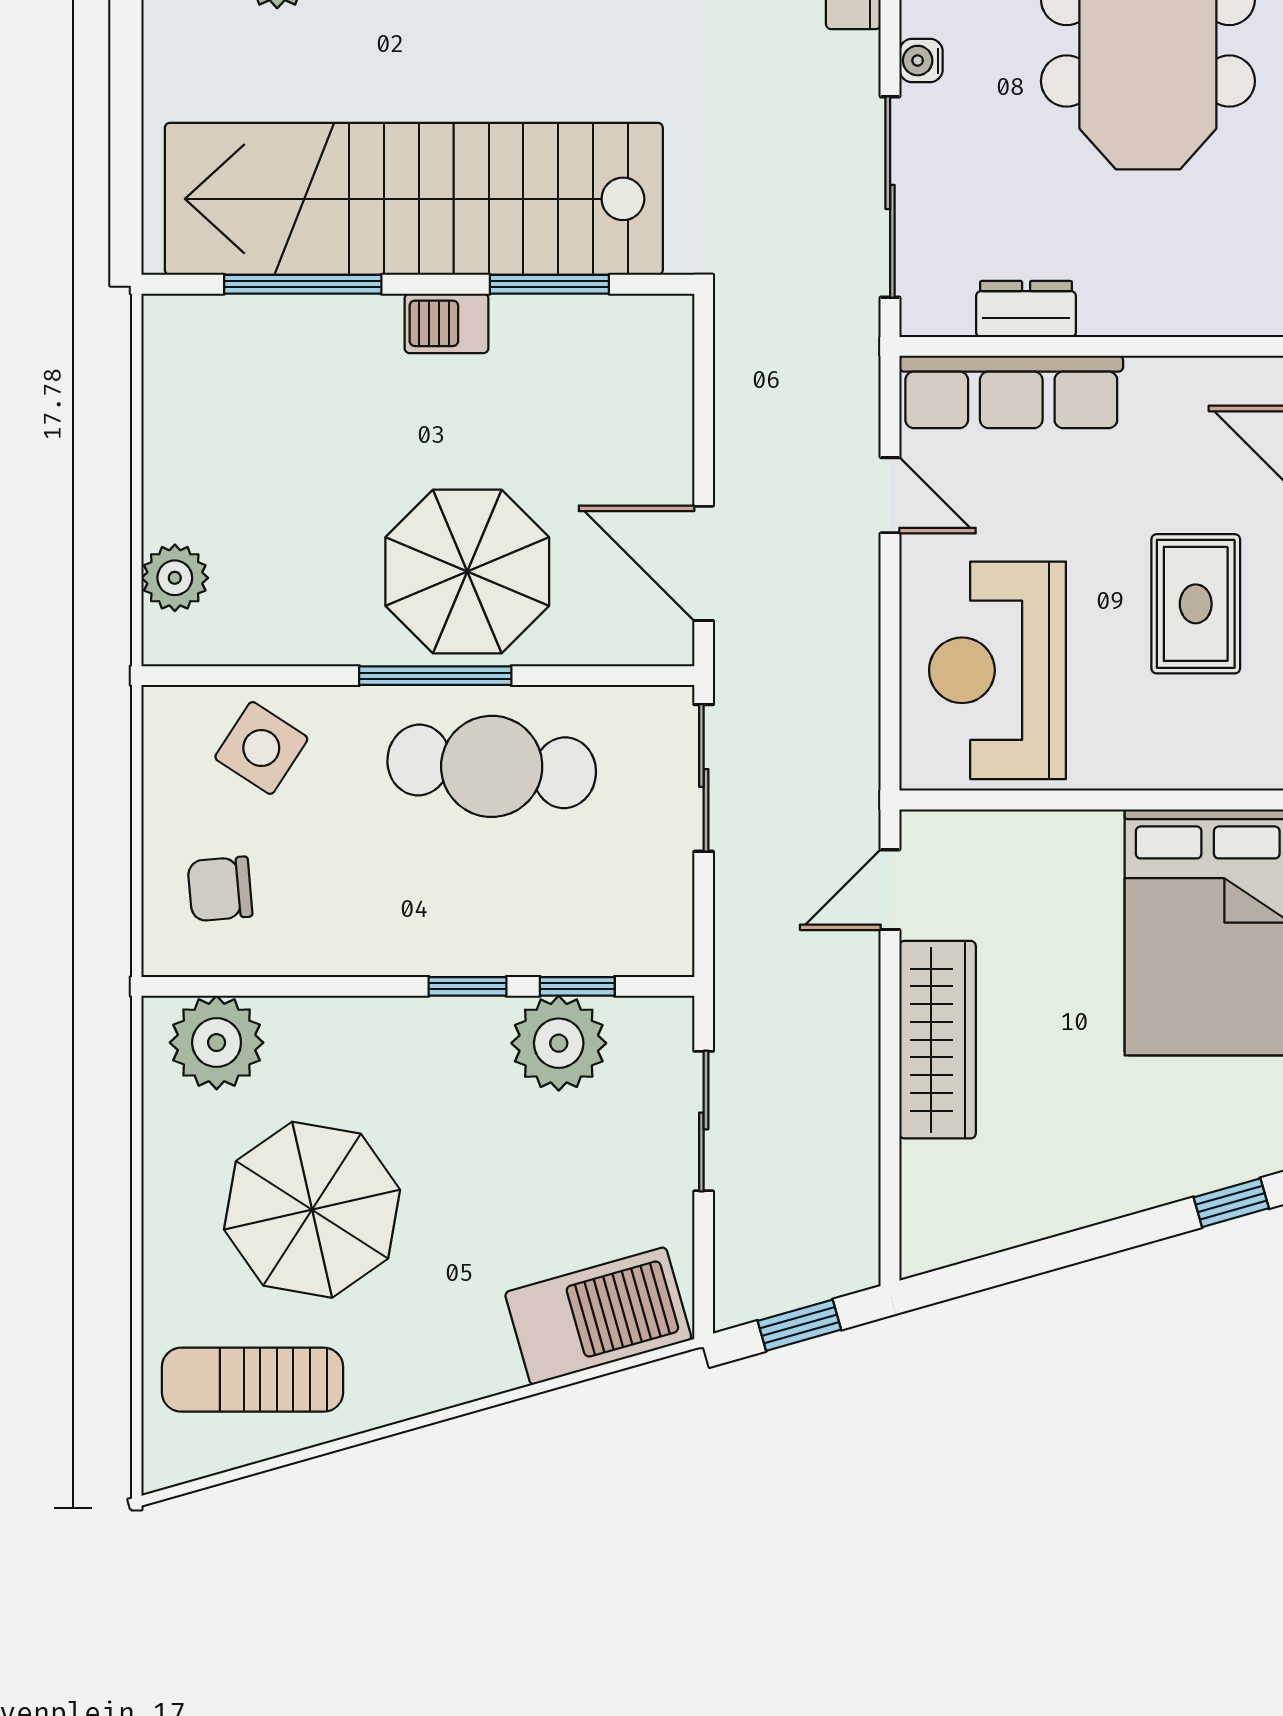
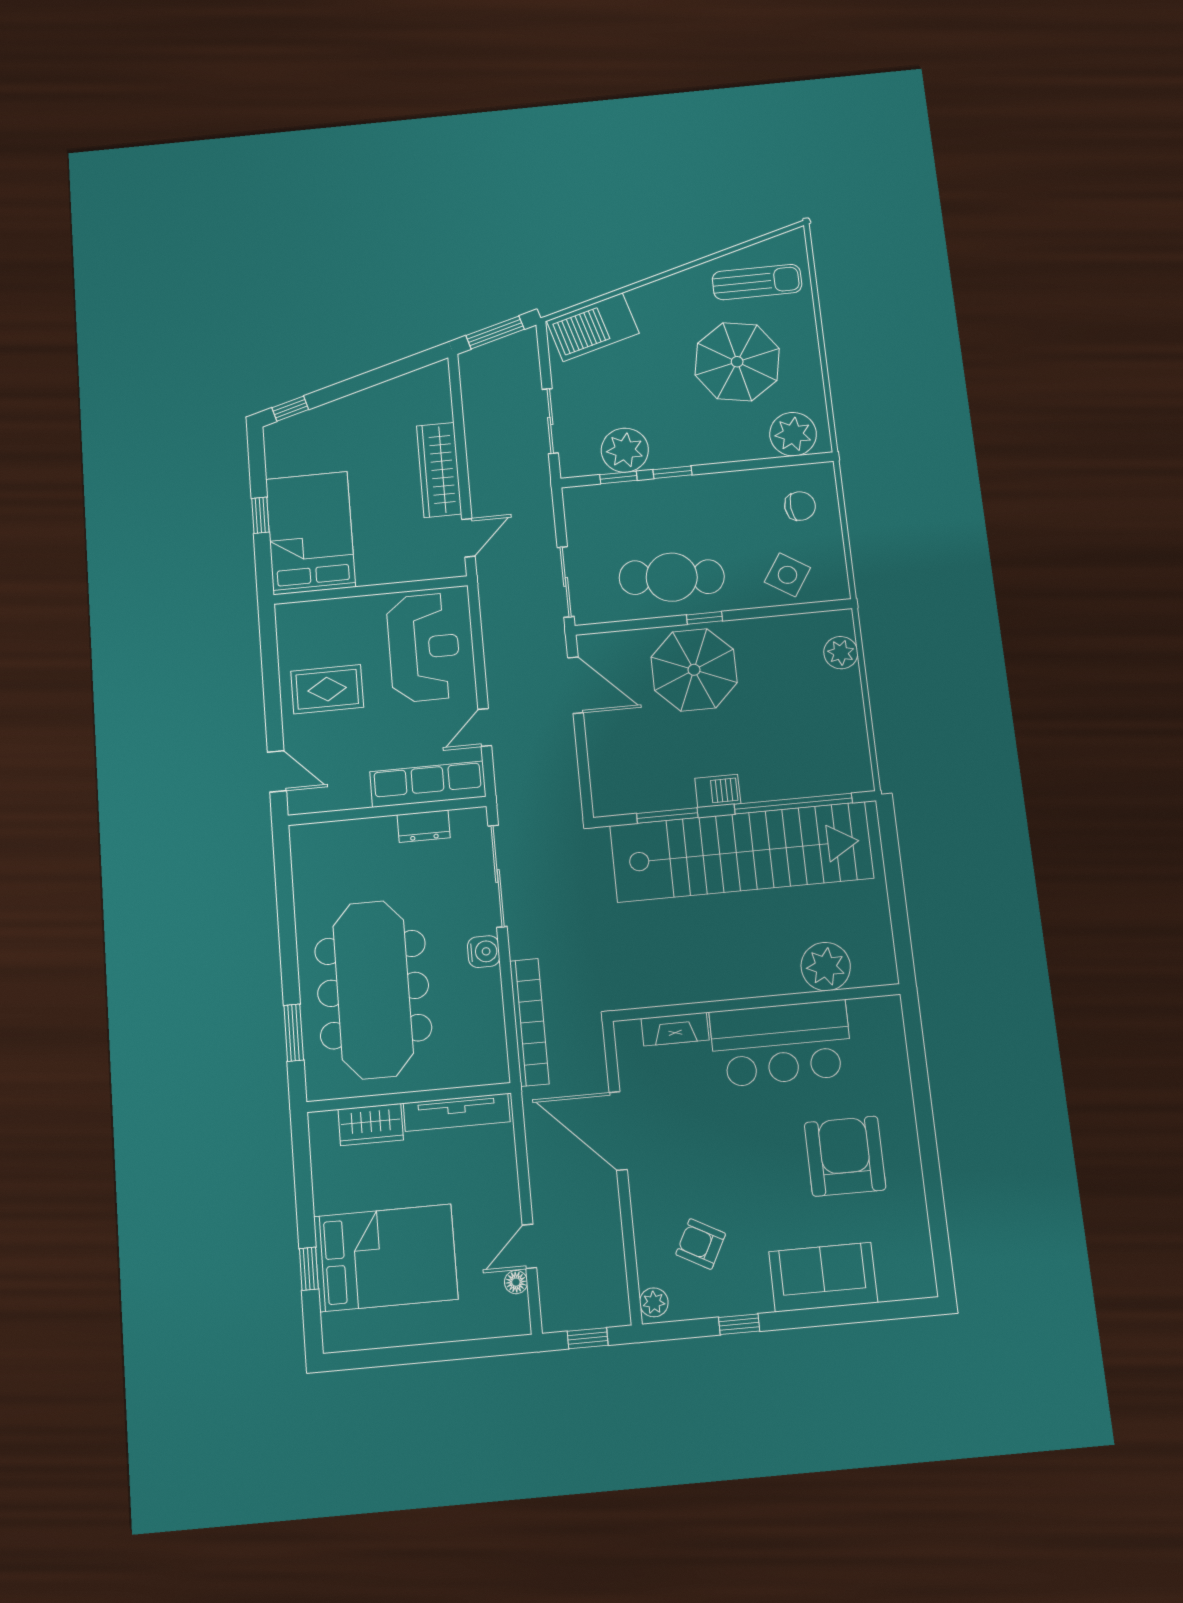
water cooler: (921, 61) -> (484, 952), width x1.38, depth x1.38
window: (303, 284) -> (793, 804), width x1.46
door: (890, 495) -> (485, 727), hinge flipped
rug: (1196, 604) -> (327, 689), turned 90
window: (435, 676) -> (705, 618), width x0.46
window: (799, 1325) -> (495, 332), width x1.50

